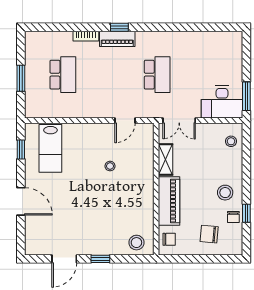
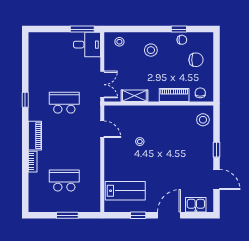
window: (119, 27) -> (25, 100), moved
desk: (222, 102) -> (87, 45), width x0.73
window: (21, 150) -> (138, 215), moved
stool: (225, 193) -> (151, 50), moved
piano: (169, 201) -> (174, 95), width x0.73, depth x0.75
kitchen sink: (33, 234) -> (196, 205), added
chair: (209, 234) -> (196, 60), turned -95

